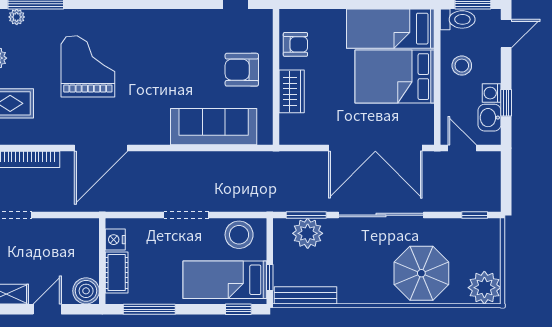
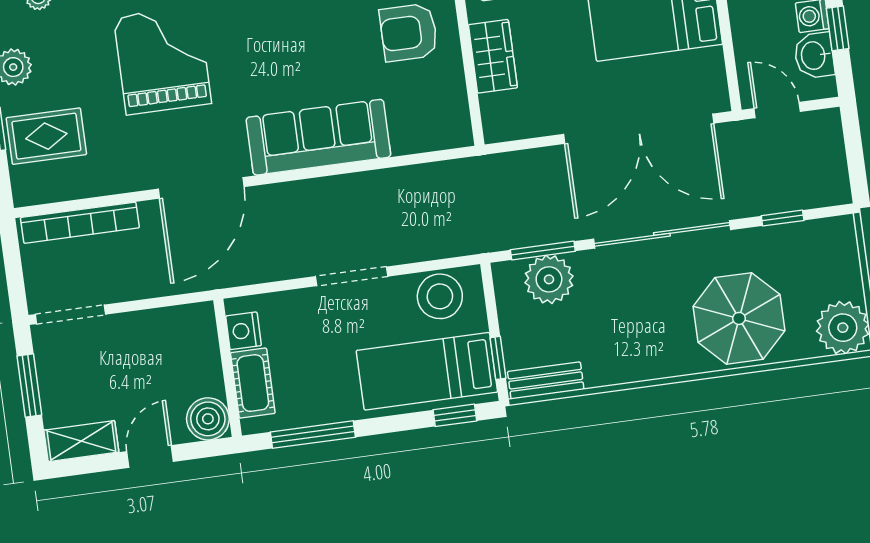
sofa: (214, 127) -> (318, 137), moved
window: (475, 215) -> (783, 218), moved
bench: (305, 295) -> (546, 380), width x0.73

